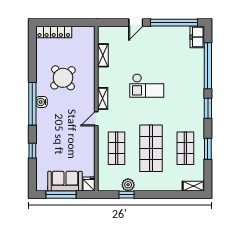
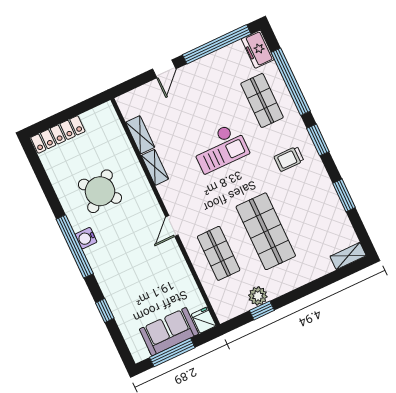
shelving: (103, 98) -> (155, 167), moved
trolley: (185, 111) -> (289, 159), added
shop shelf: (185, 148) -> (262, 100), moved

